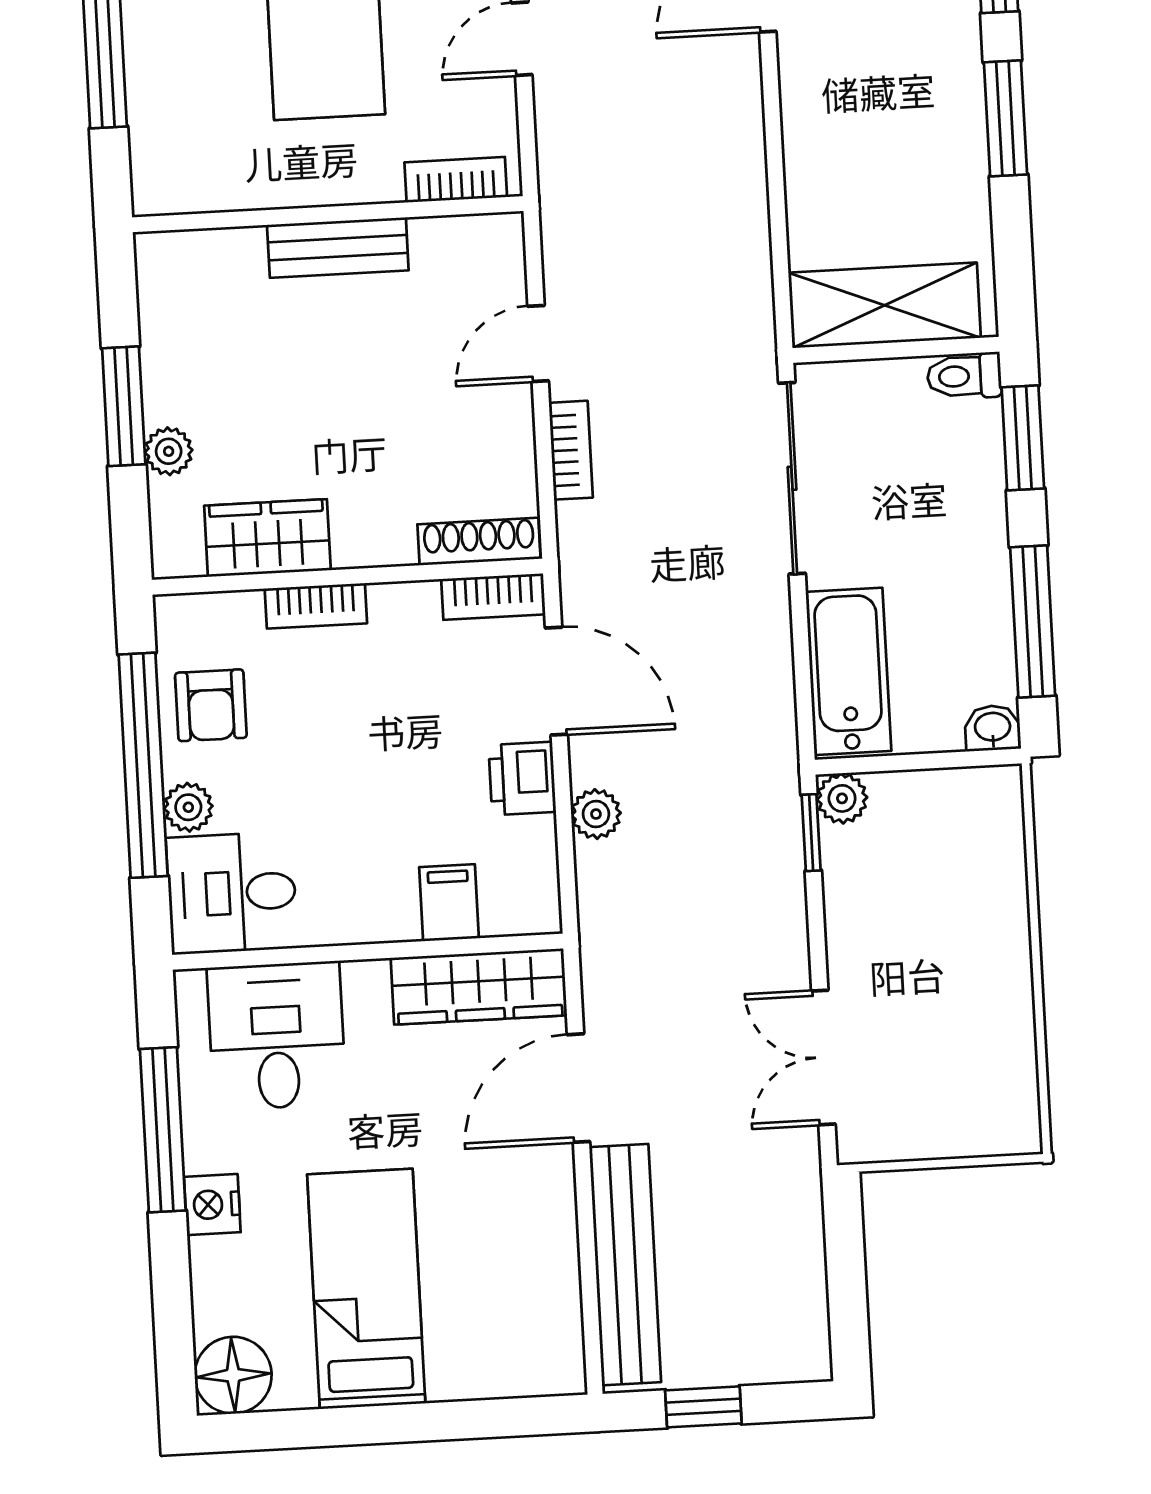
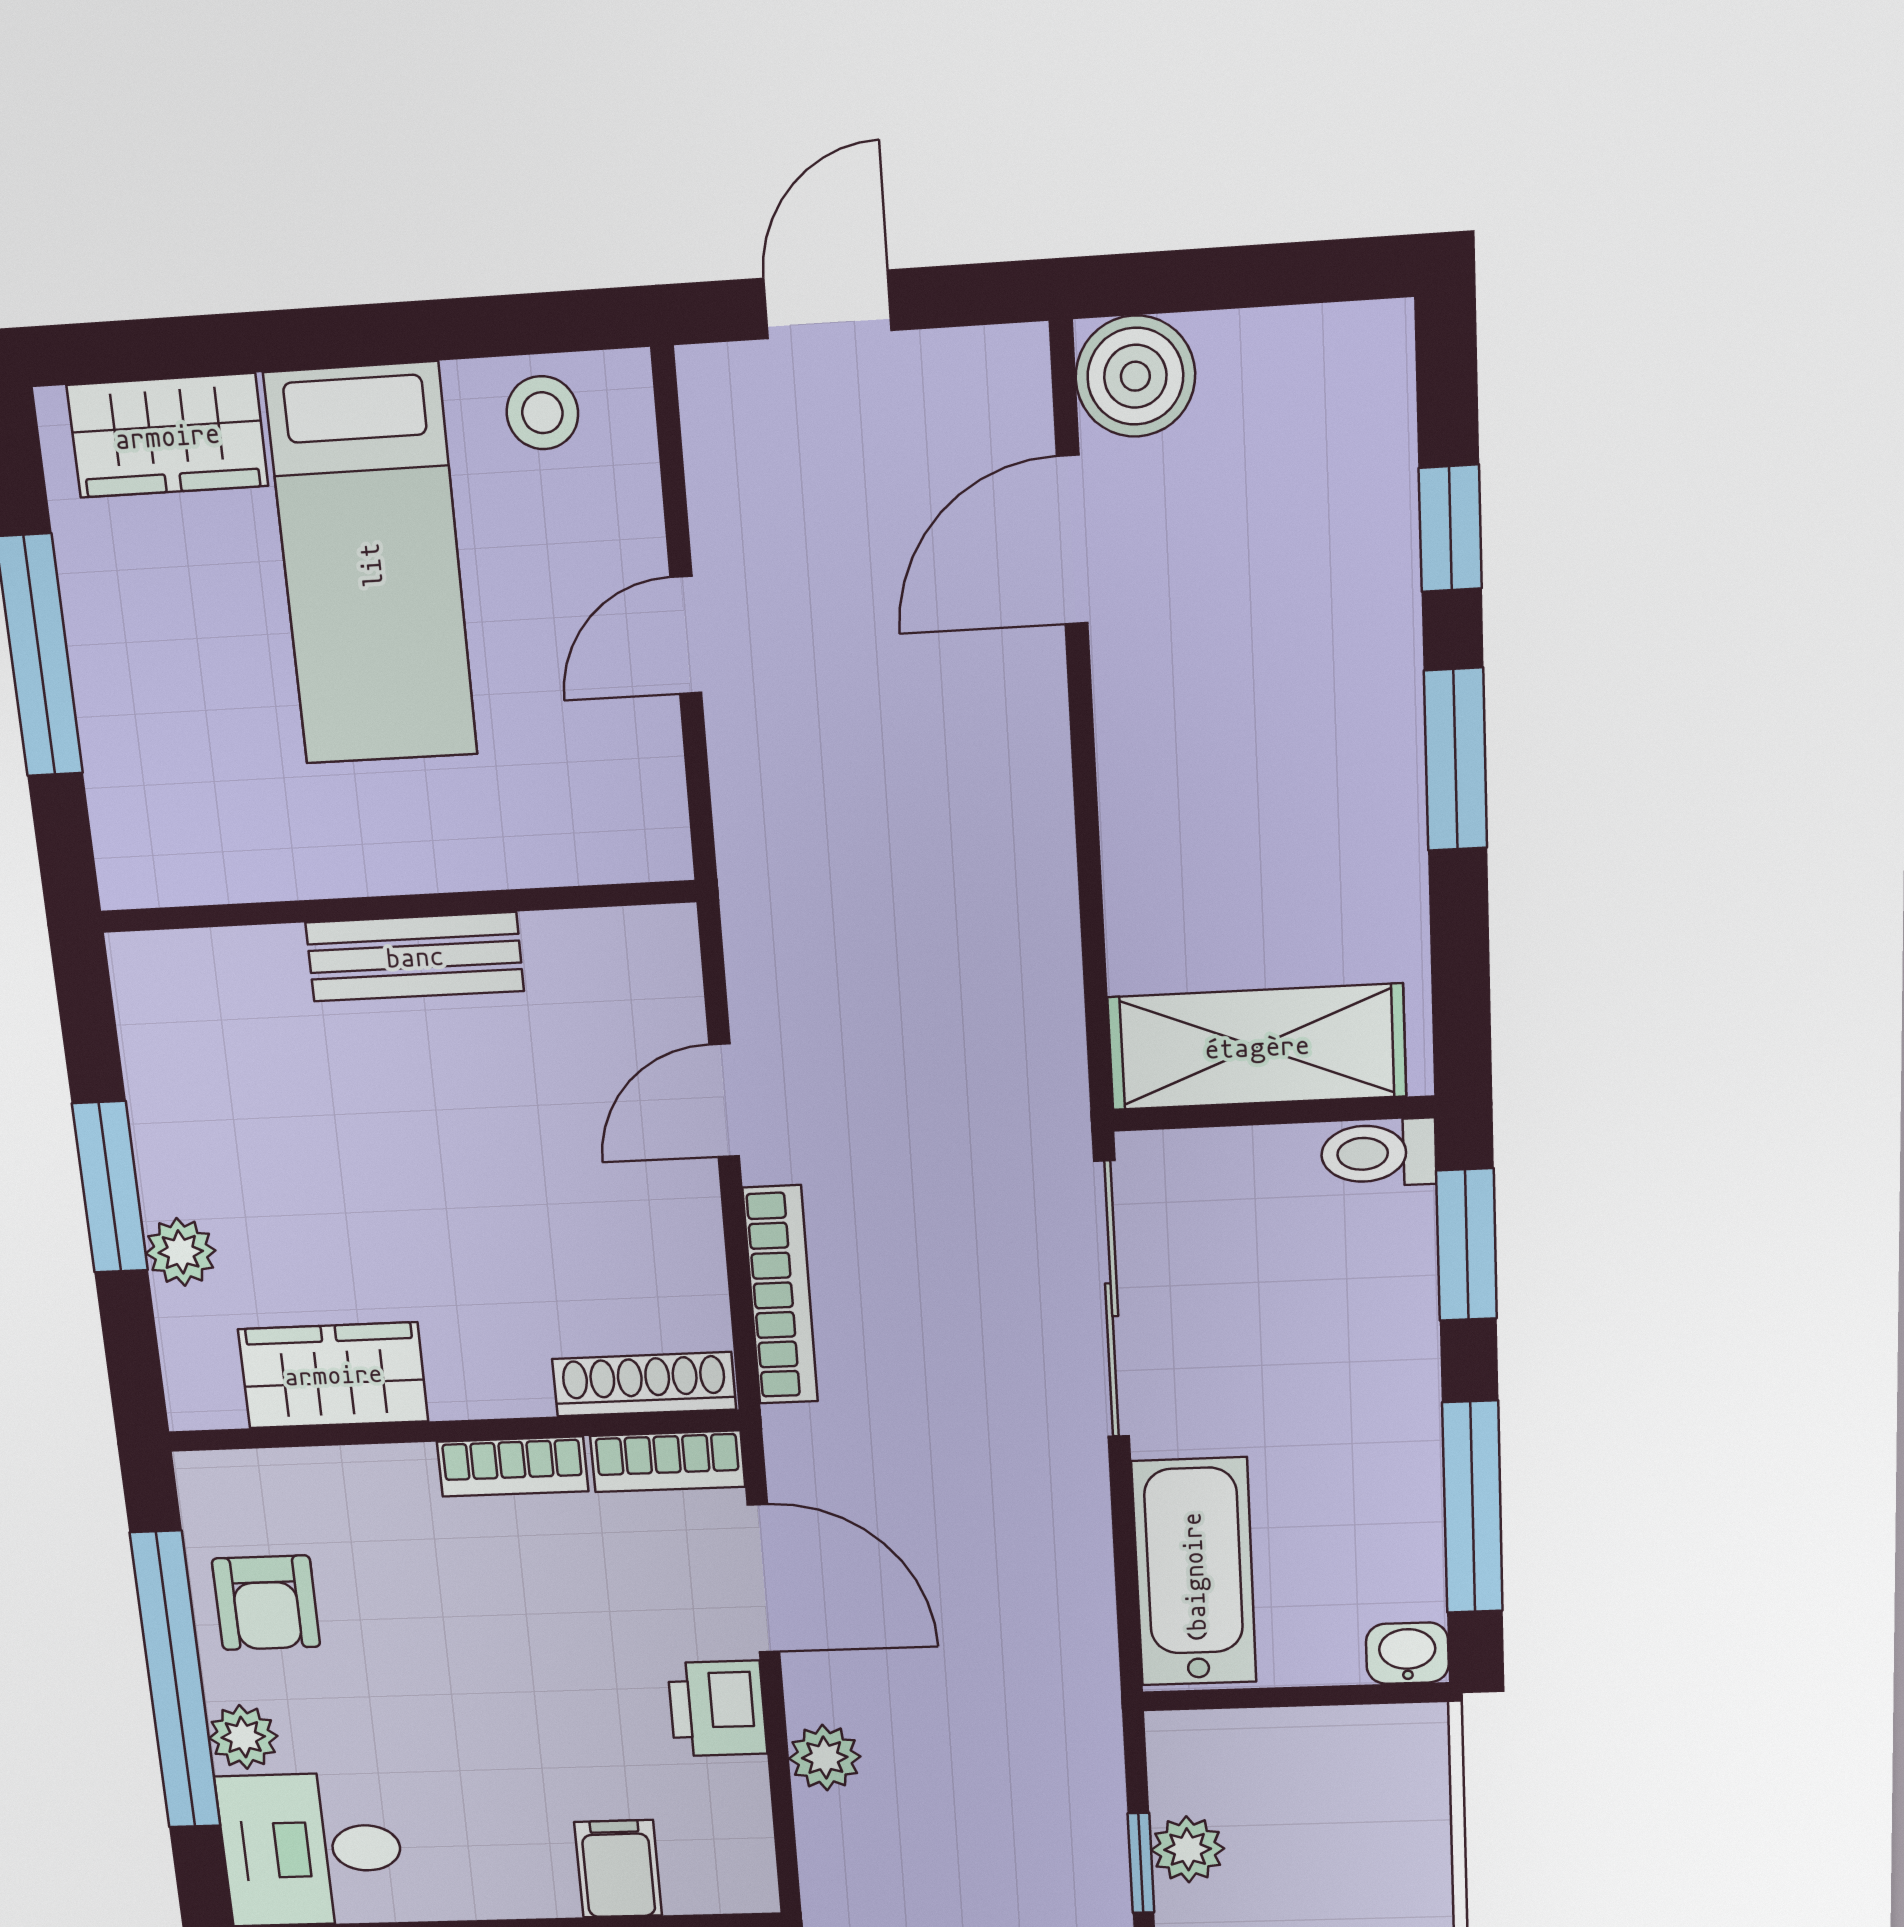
bookcase: (456, 180) -> (590, 855), removed
bookcase: (571, 450) -> (780, 1295), width x1.56
bookcase: (316, 606) -> (513, 1467), moved
plant: (842, 798) -> (1188, 1849), moved
window: (811, 833) -> (1141, 1863), moved

